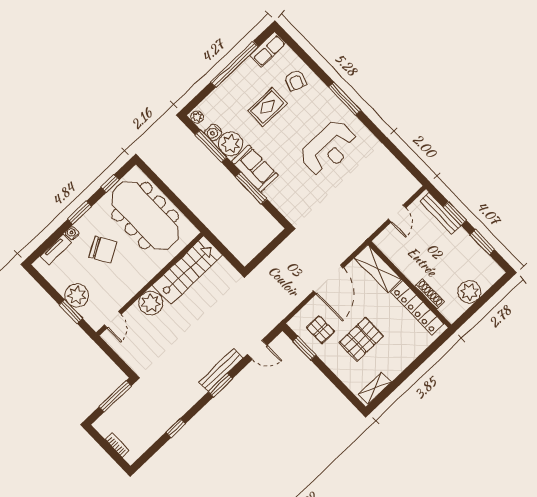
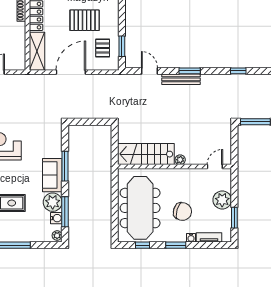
chair: (103, 250) -> (182, 212), turned 136
plant: (151, 303) -> (180, 160), width x0.53, depth x0.53
window: (71, 312) -> (234, 218), moved

